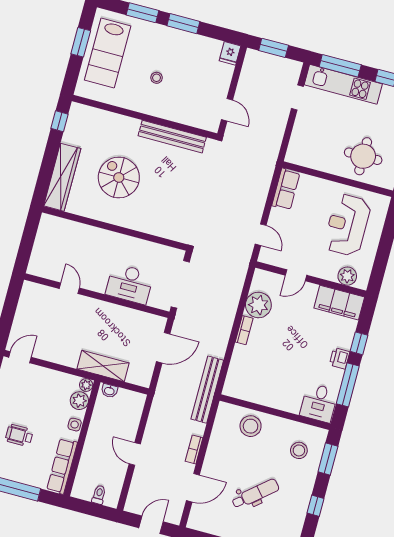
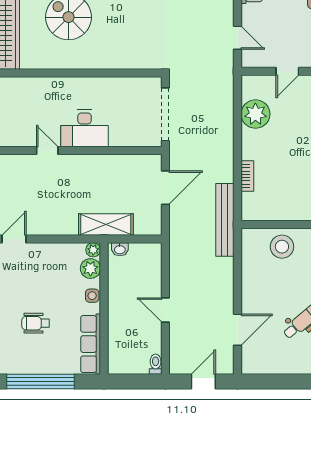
desk: (130, 284) -> (85, 128), moved
bookcase: (244, 330) -> (247, 176), moved
bookcase: (194, 449) -> (228, 288), removed
toilet: (99, 495) -> (156, 364), moved

